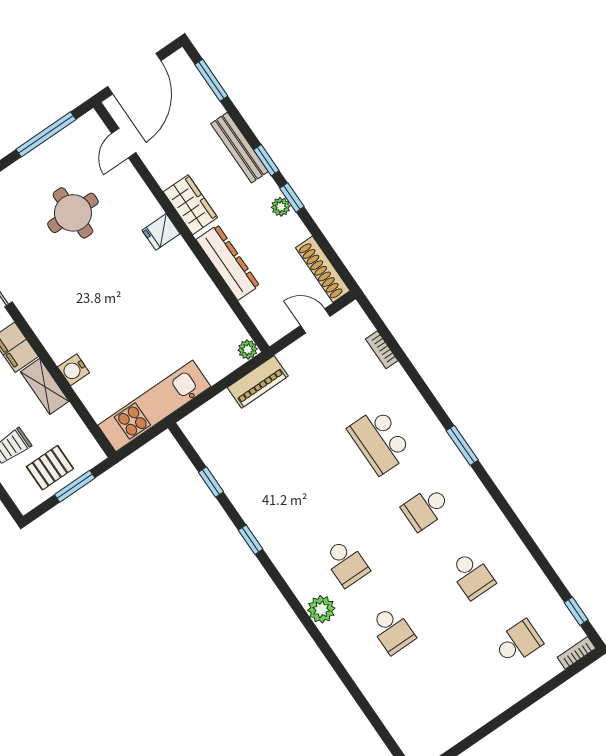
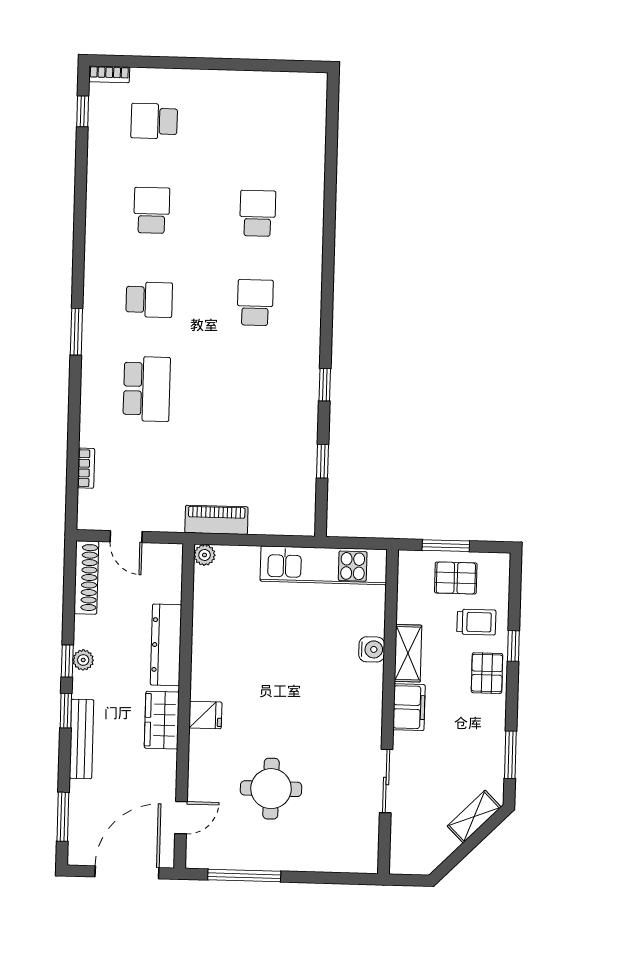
plant: (321, 609) -> (307, 277), removed

